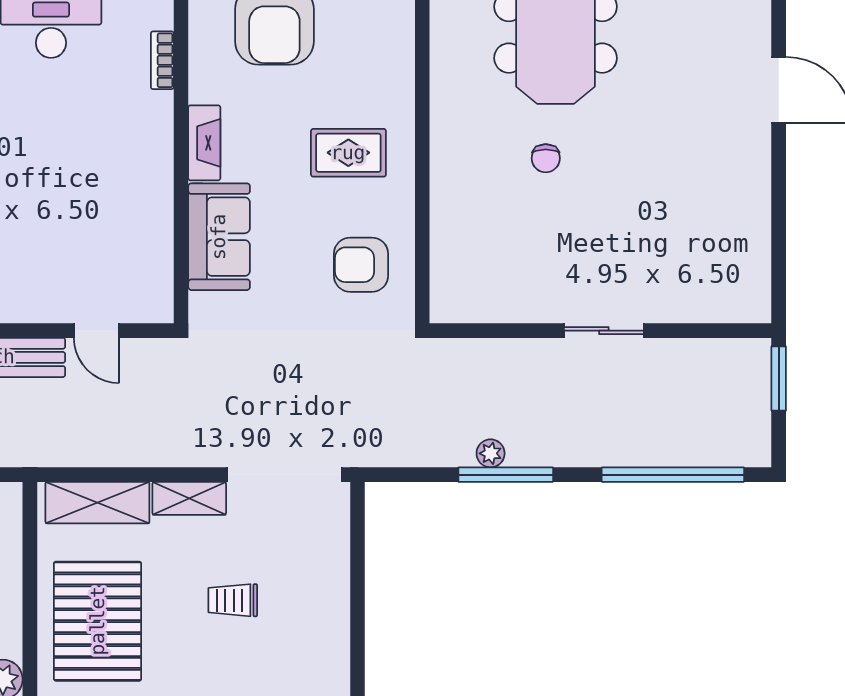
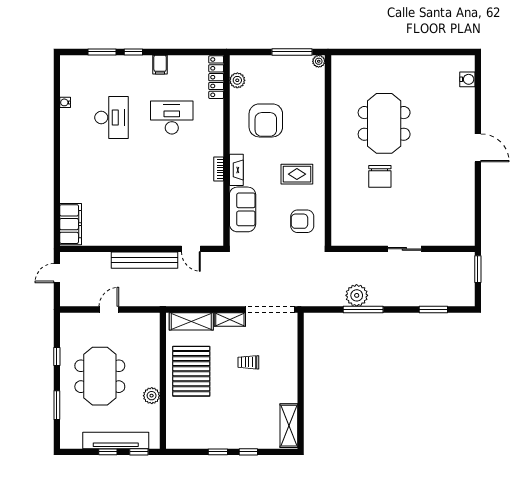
bookcase: (162, 60) -> (219, 169), moved
chair: (546, 158) -> (380, 176), width x1.87, depth x1.87
plant: (491, 453) -> (357, 295), width x1.87, depth x1.87
window: (673, 475) -> (433, 309), width x0.47

